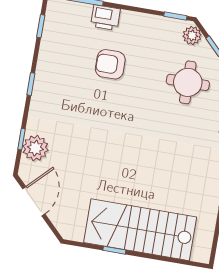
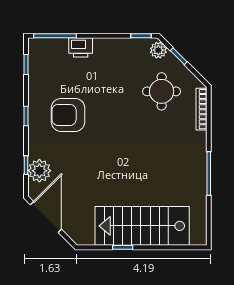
armchair: (110, 64) -> (68, 115), moved, width x1.36, depth x1.36
door: (34, 201) -> (46, 217), width x1.36

